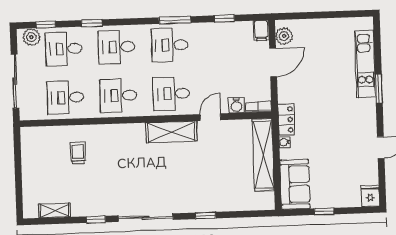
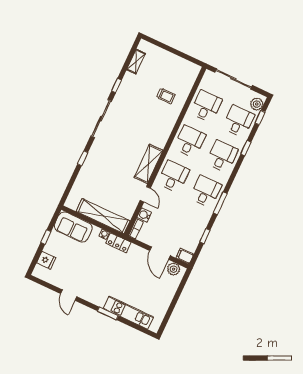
fridge: (370, 196) -> (46, 260), moved

